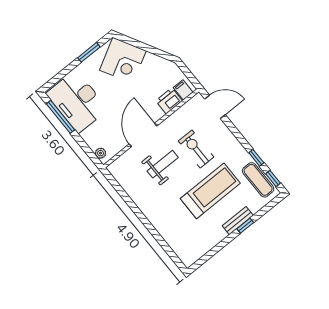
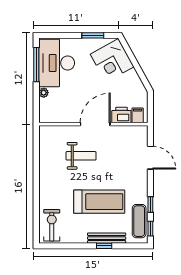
door: (215, 107) -> (150, 158), moved
door: (143, 135) -> (95, 124), moved
exercise bike: (196, 149) -> (52, 225), moved
plant: (101, 153) -> (44, 93), moved
bench: (238, 221) -> (107, 238), width x1.36

